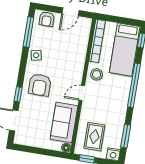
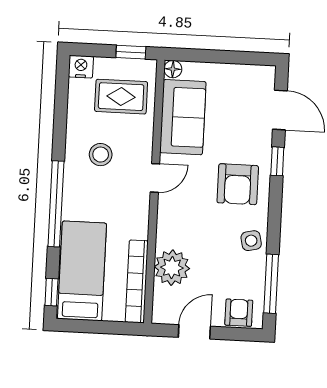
plant: (78, 46) -> (172, 268), added
stool: (97, 74) -> (101, 155), moved
armchair: (40, 85) -> (238, 184), turned 180
window: (126, 136) -> (61, 104), removed
rug: (94, 137) -> (121, 97), turned 90

